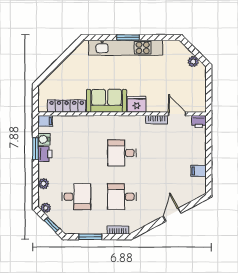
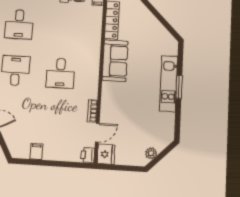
kitchen unit: (126, 48) -> (169, 84), width x0.73
fridge: (137, 104) -> (106, 154), moved
desk: (122, 153) -> (60, 73), turned 180

